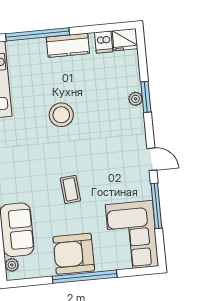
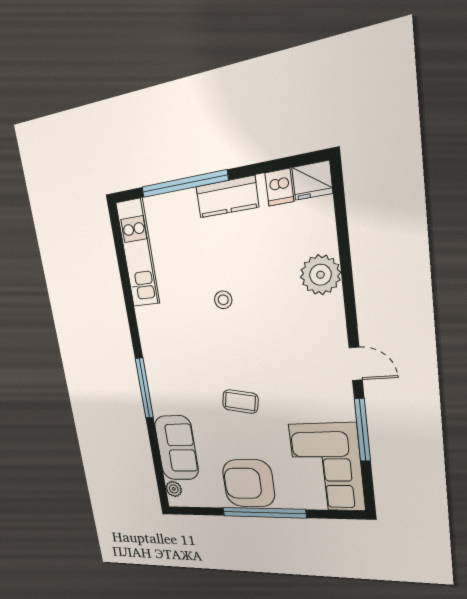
window: (146, 97) -> (346, 270), removed
plant: (136, 99) -> (320, 275), width x1.88, depth x1.88
stool: (61, 115) -> (223, 300), width x0.53, depth x0.53
coffee table: (70, 189) -> (240, 401), turned -74

